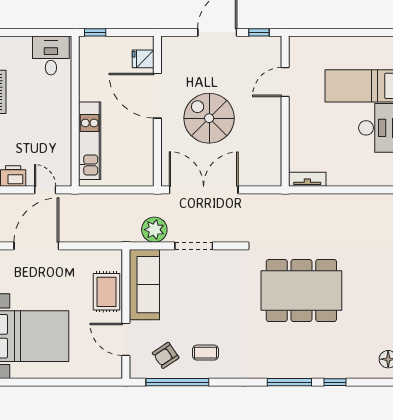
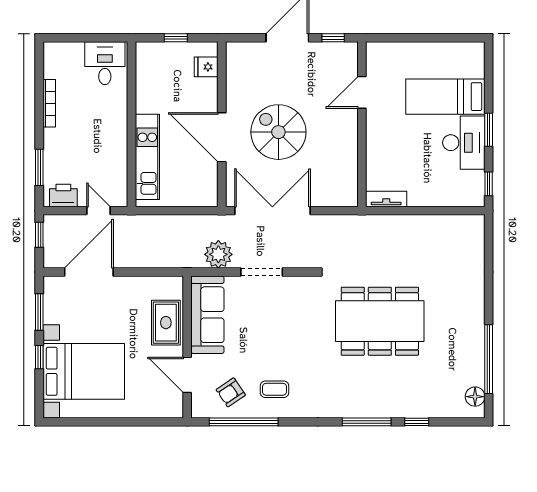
window: (95, 32) -> (176, 38), moved
door: (157, 96) -> (222, 137), moved

